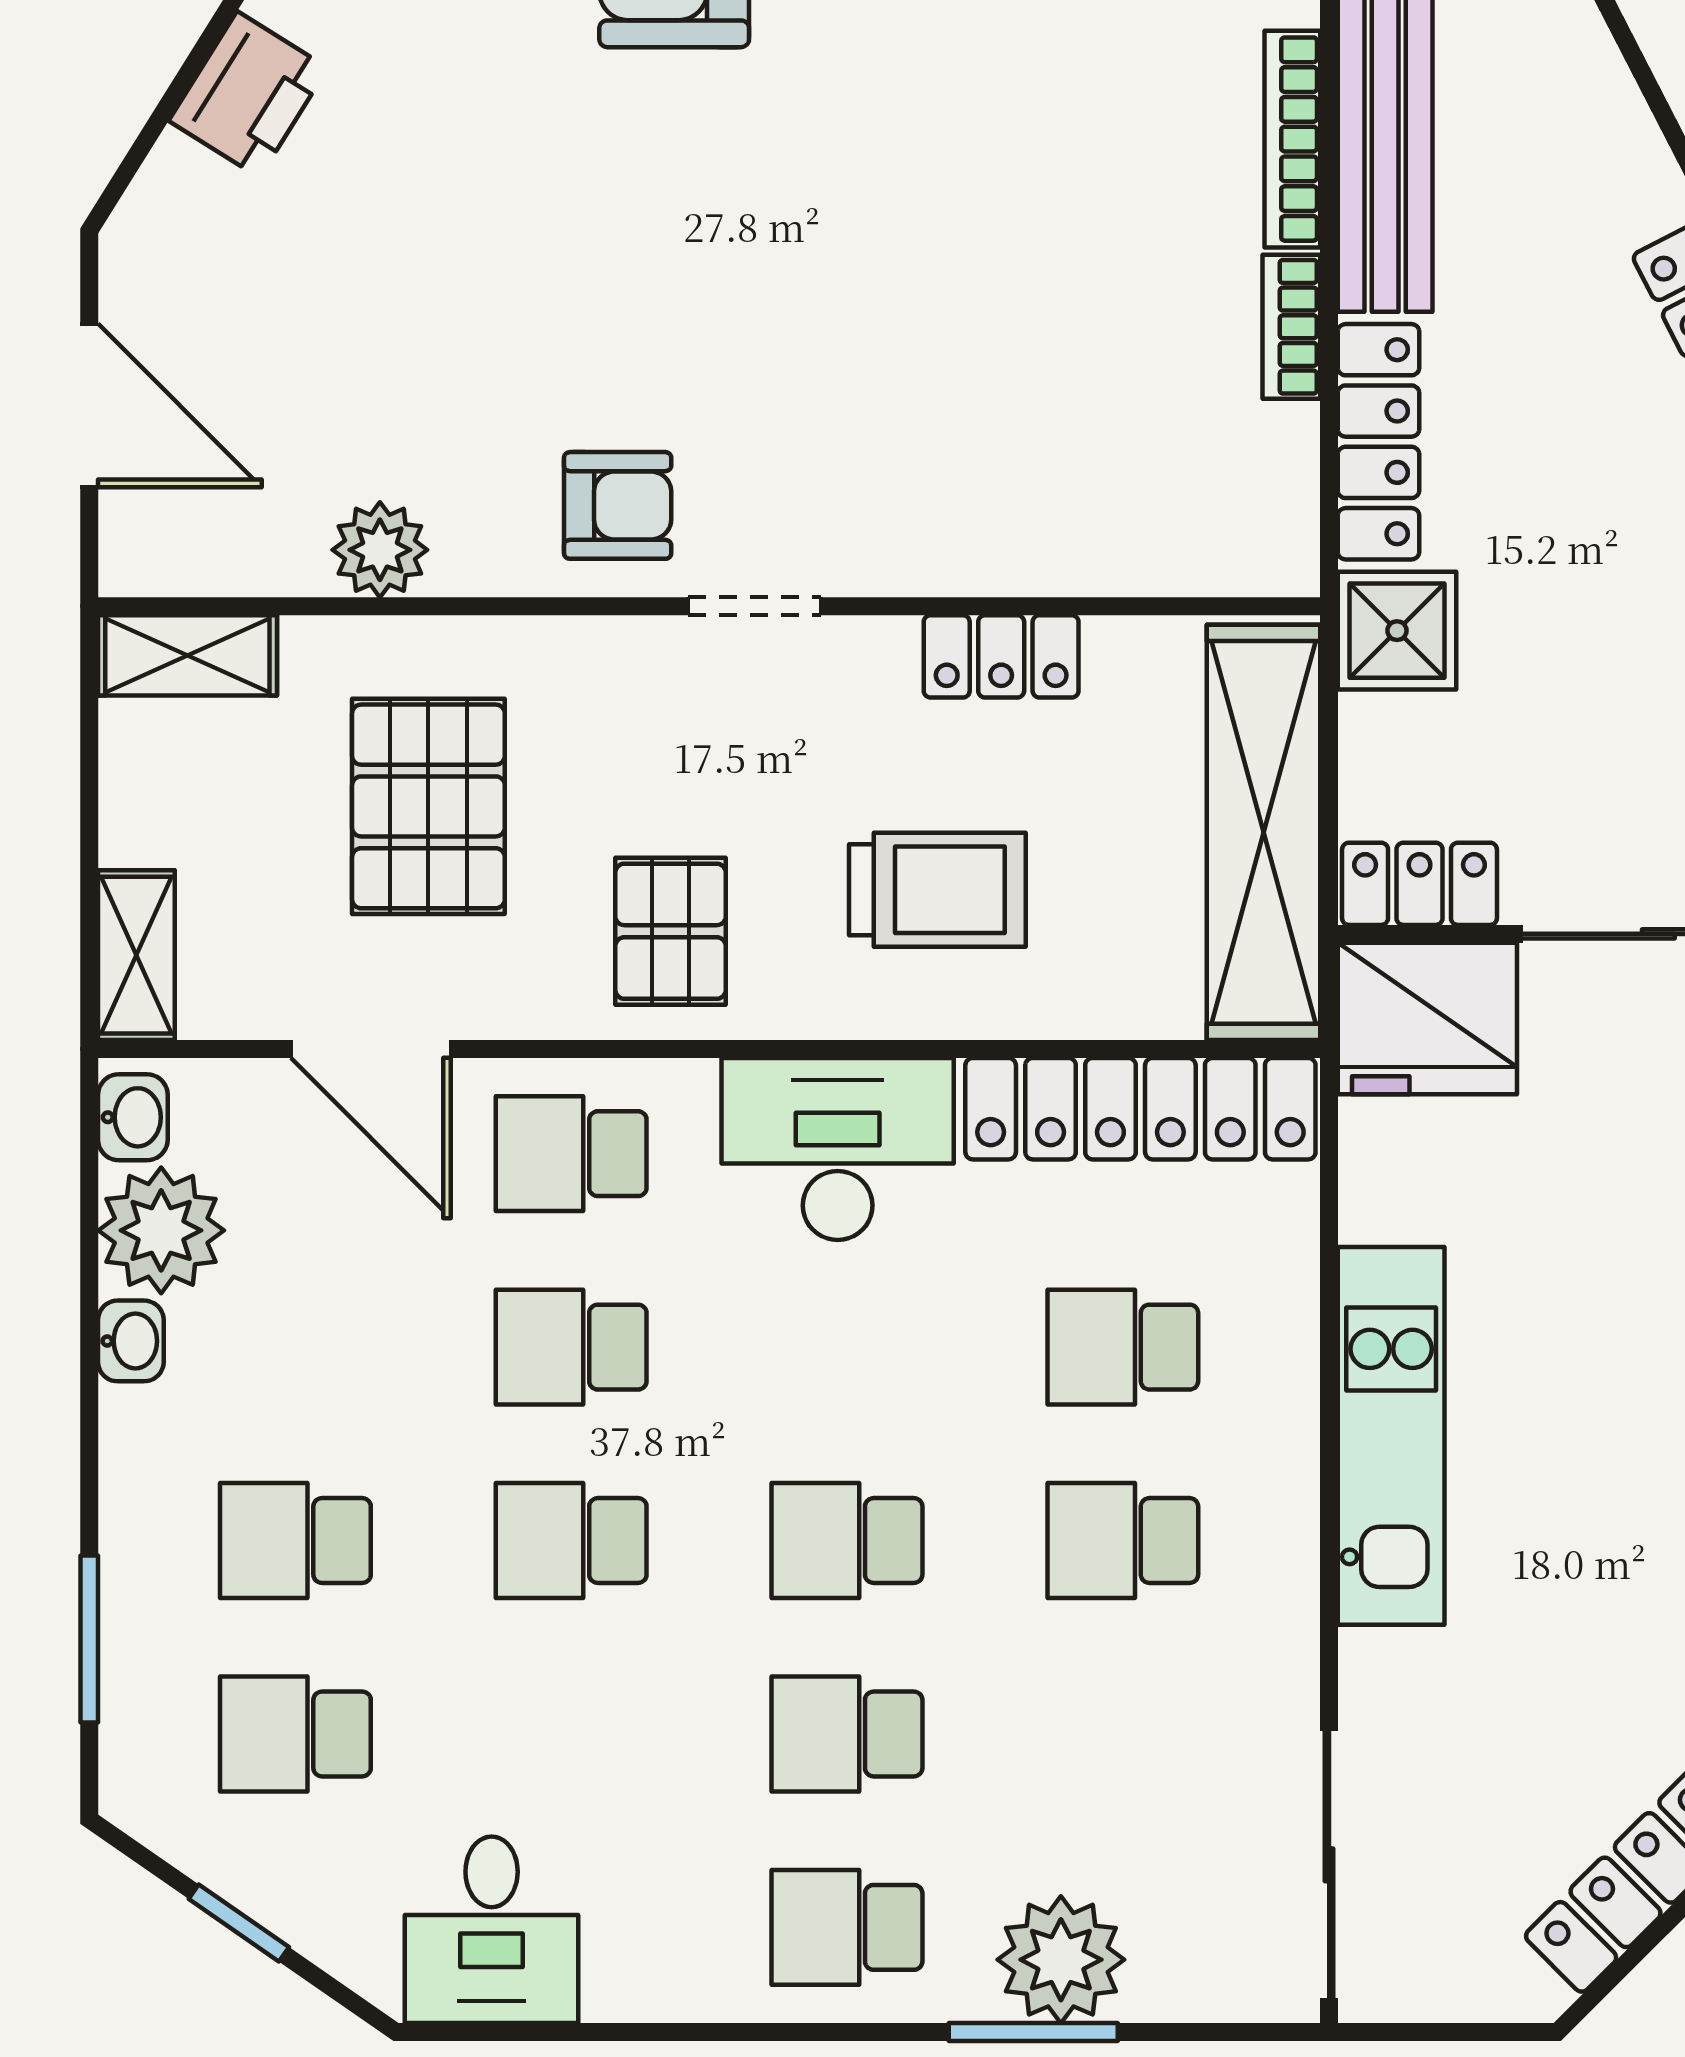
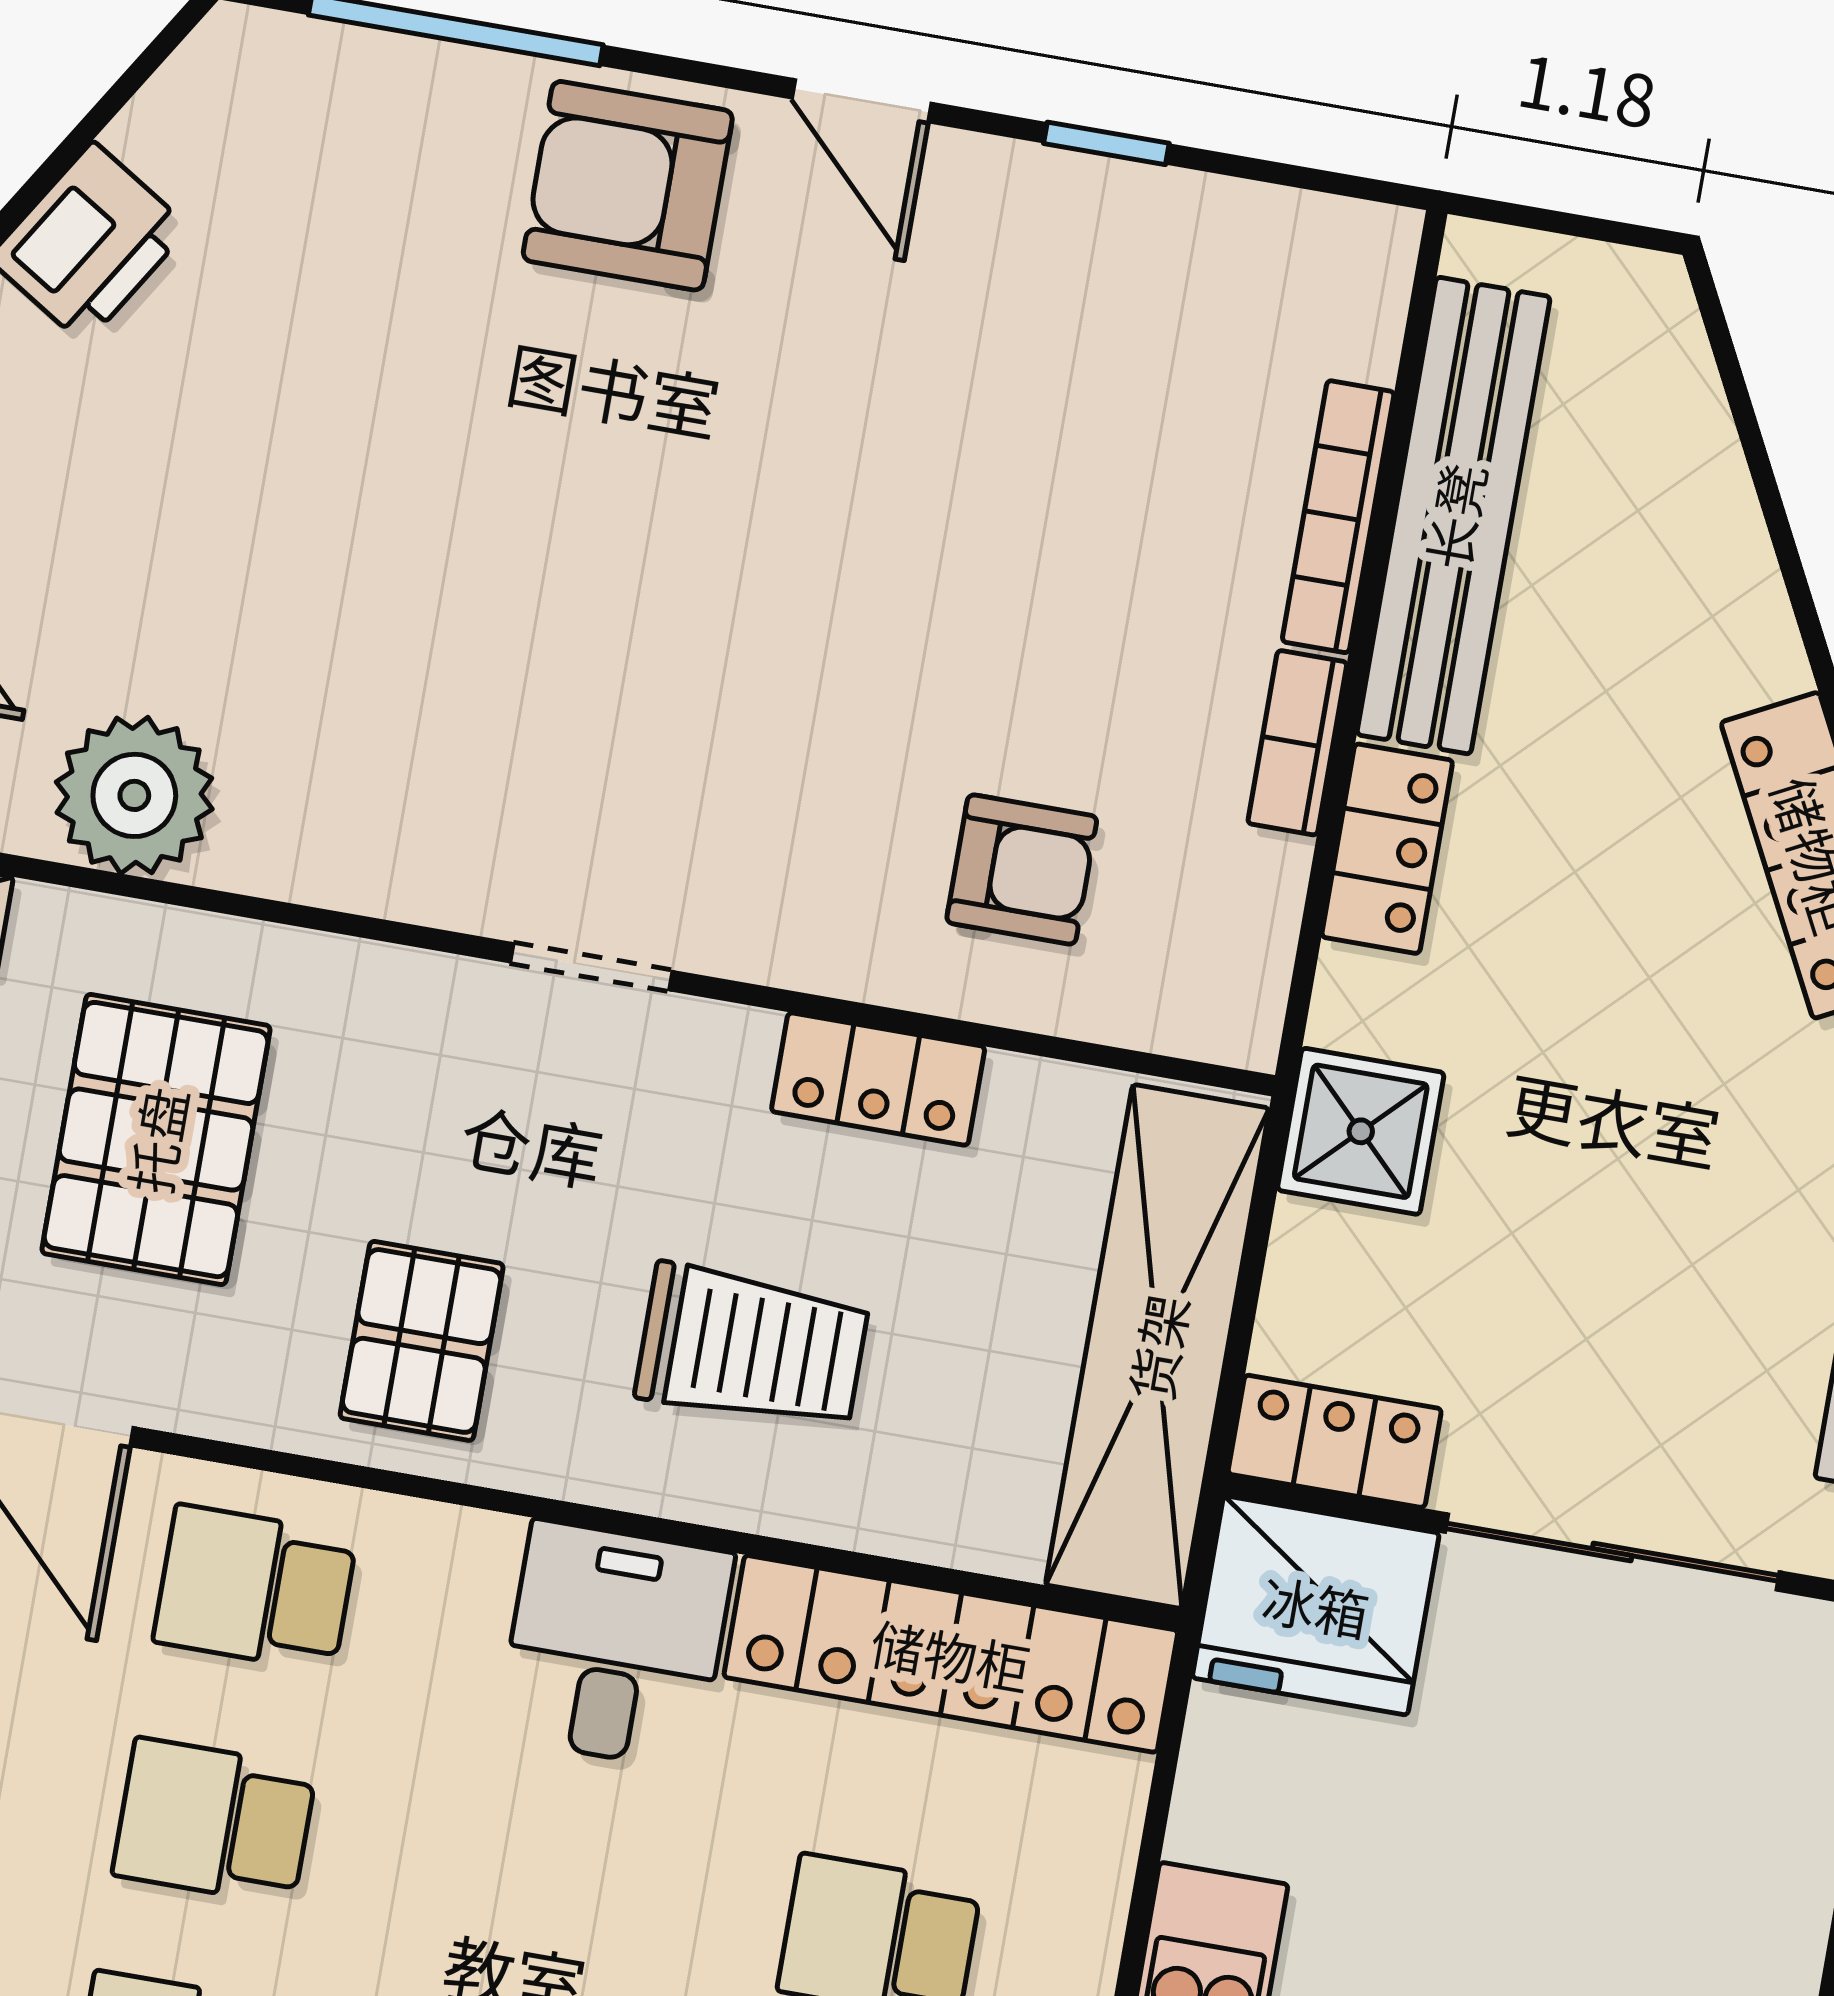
locker: (1378, 442) -> (1387, 849), width x0.66
armchair: (618, 505) -> (1022, 870), moved
plant: (380, 550) -> (134, 795), width x1.36, depth x1.36
desk: (838, 1149) -> (615, 1645), width x0.73

